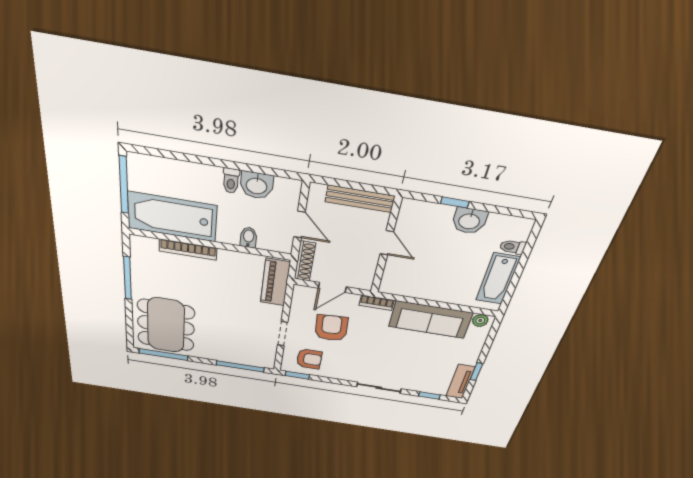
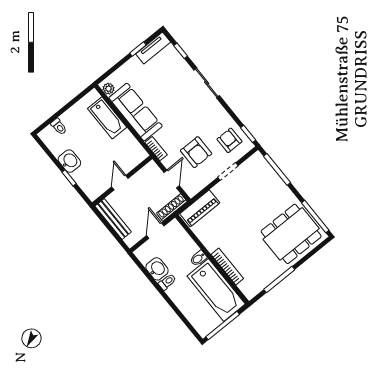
bidet: (248, 237) -> (198, 258), moved
bathtub: (498, 279) -> (107, 118), moved, turned 90
door: (332, 287) -> (172, 179), hinge flipped
armchair: (331, 328) -> (196, 152), turned -86

